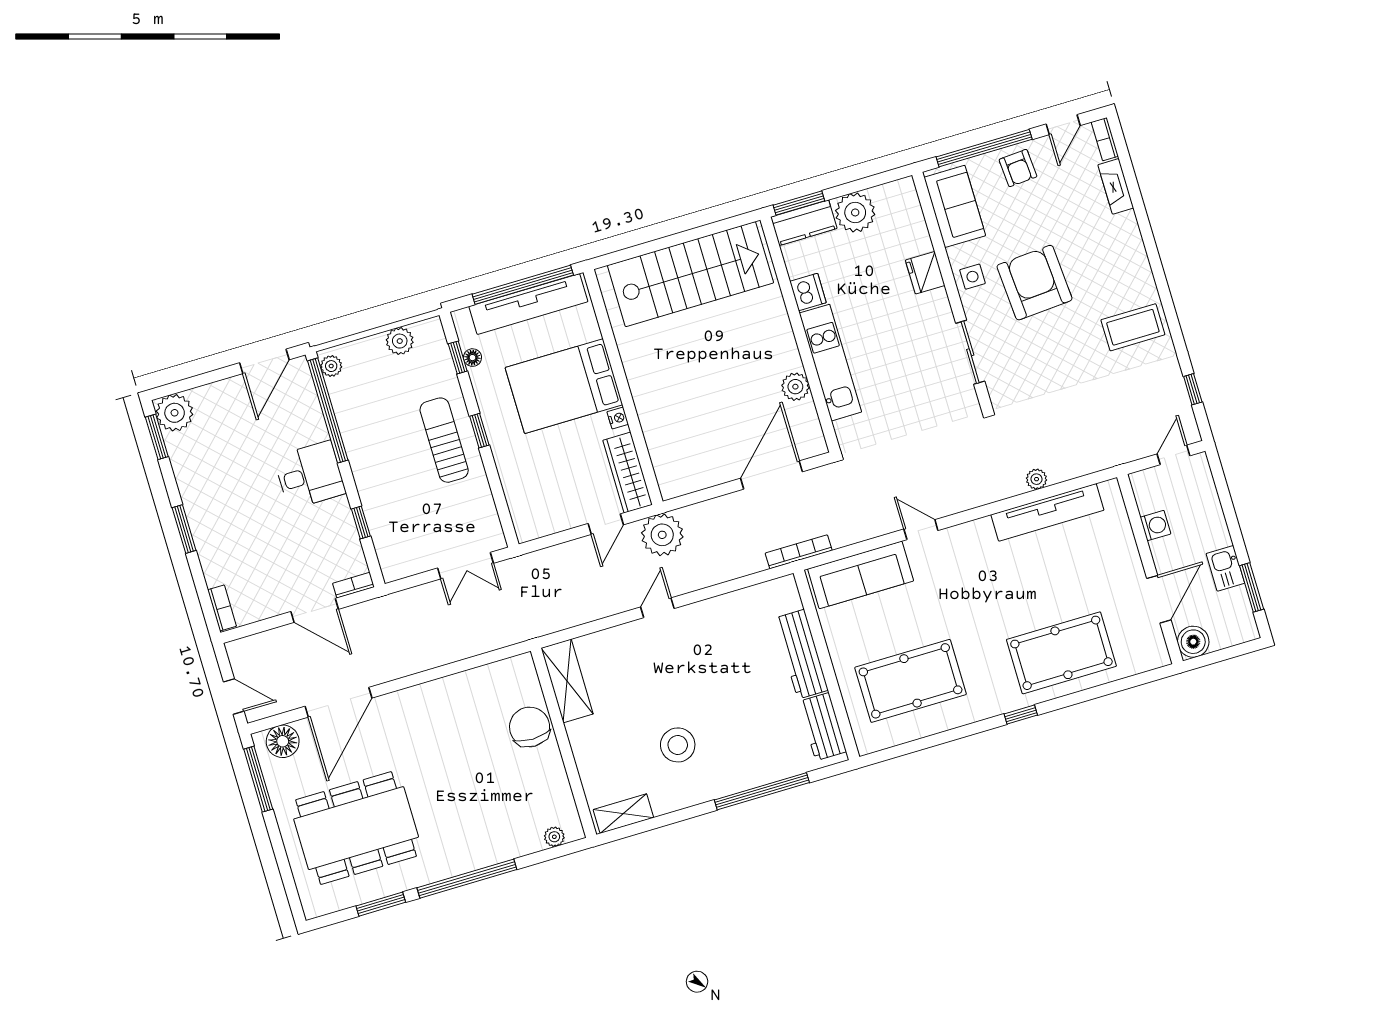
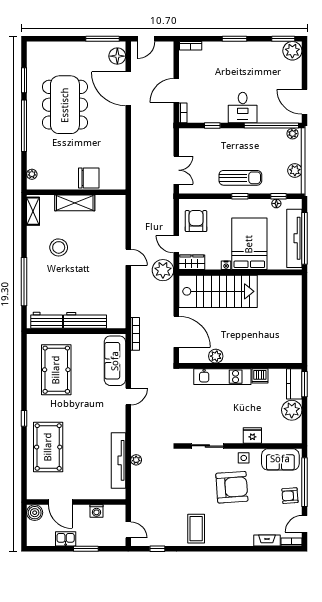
door: (1063, 125) -> (304, 524), hinge flipped
stairs: (690, 274) -> (218, 291), moved, turned -90
wardrobe: (628, 472) -> (192, 262), width x0.67
armchair: (551, 500) -> (196, 221), added
double door: (466, 566) -> (176, 170), swing flipped
window: (1252, 587) -> (86, 549), moved
shelving: (567, 681) -> (75, 203), moved
dining table: (356, 828) -> (65, 105), moved

